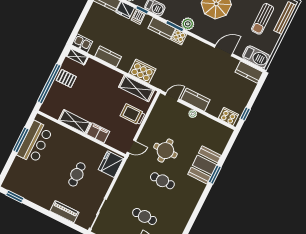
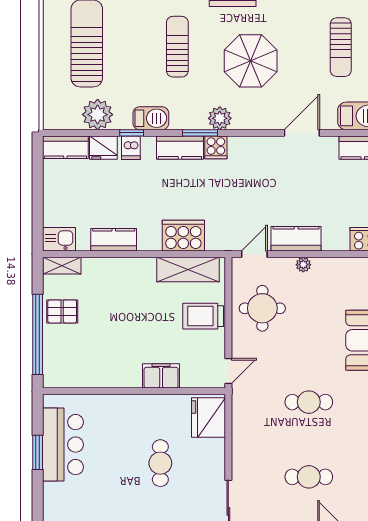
shelving: (75, 122) -> (112, 377), removed
window: (21, 140) -> (38, 452), width x0.69
round table: (165, 151) -> (262, 308), moved

